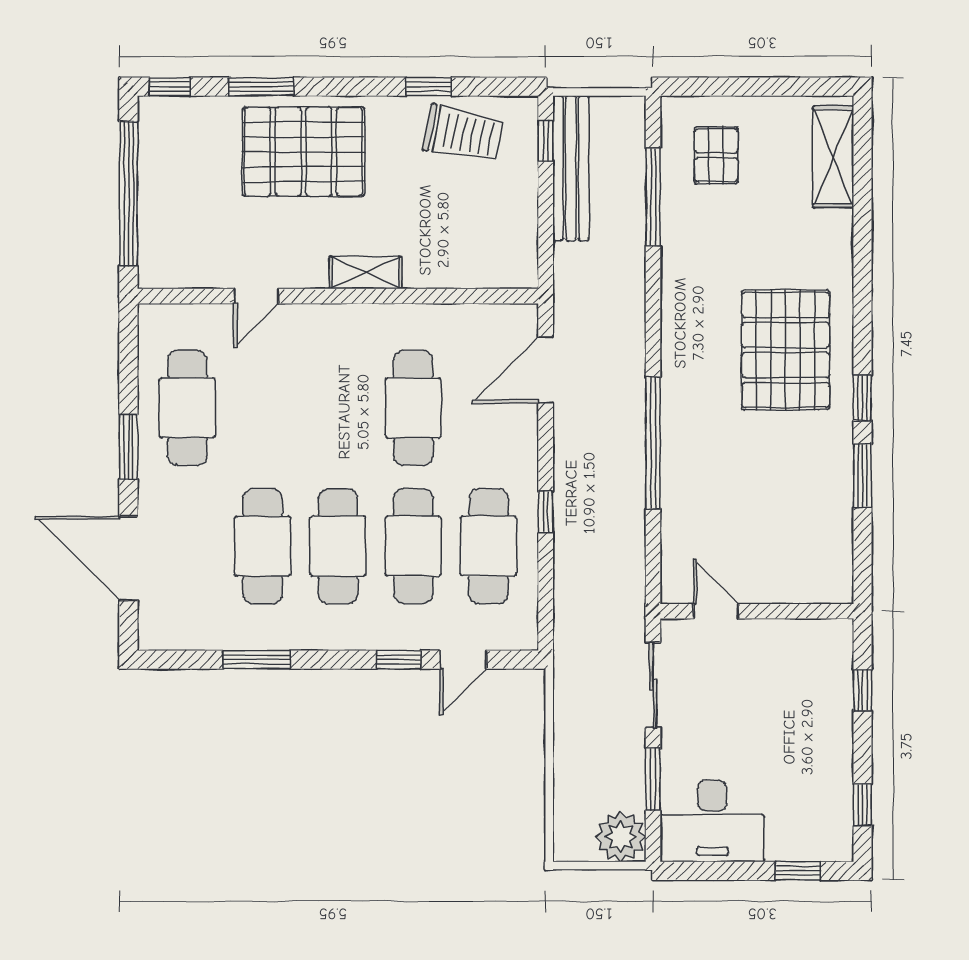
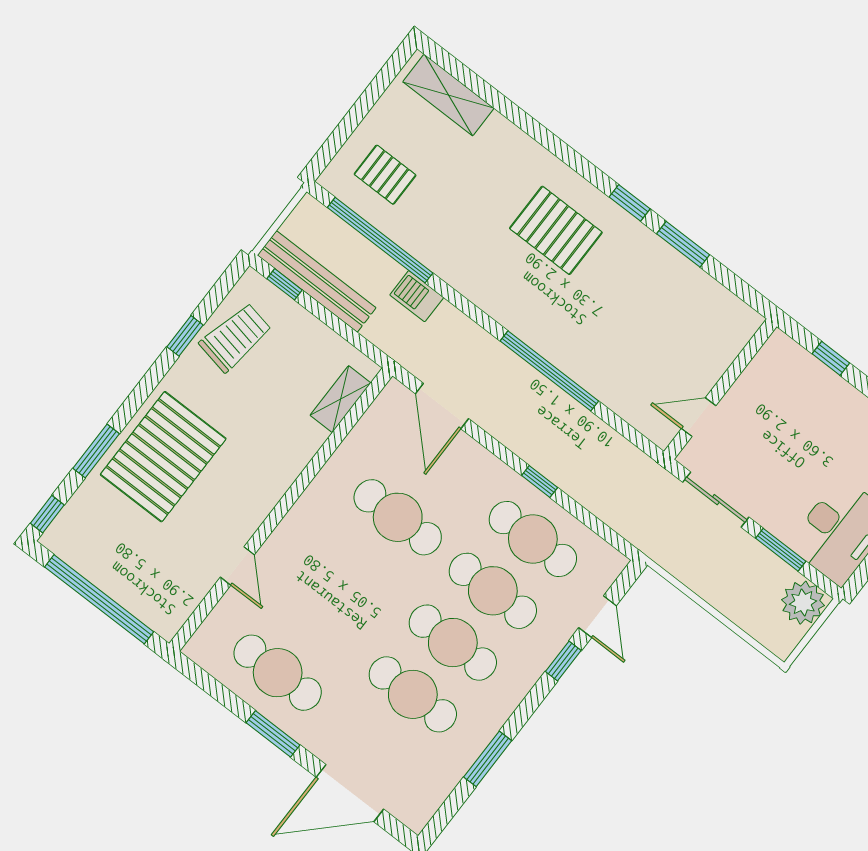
window: (653, 197) -> (380, 240), width x1.46
barbecue: (628, 270) -> (417, 296), added
shelving: (365, 273) -> (340, 399), moved
pallet: (786, 350) -> (556, 230), width x0.73, depth x0.71

